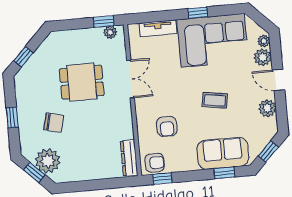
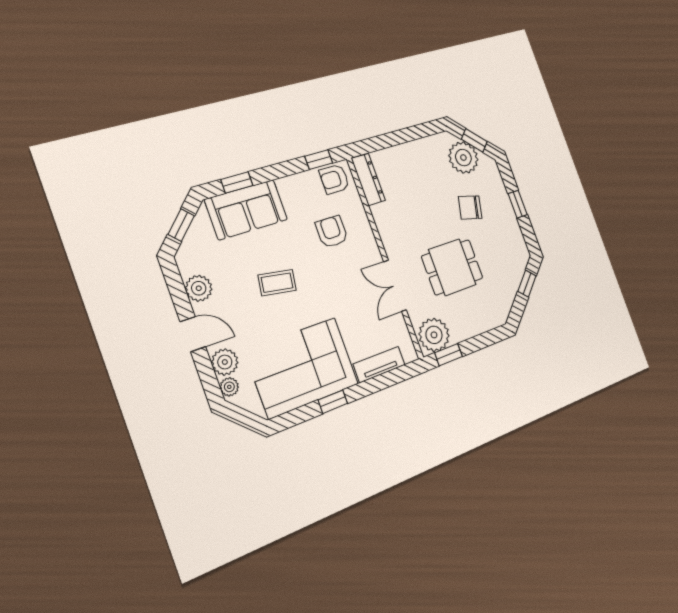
plant: (110, 32) -> (434, 335), width x1.88, depth x1.88

